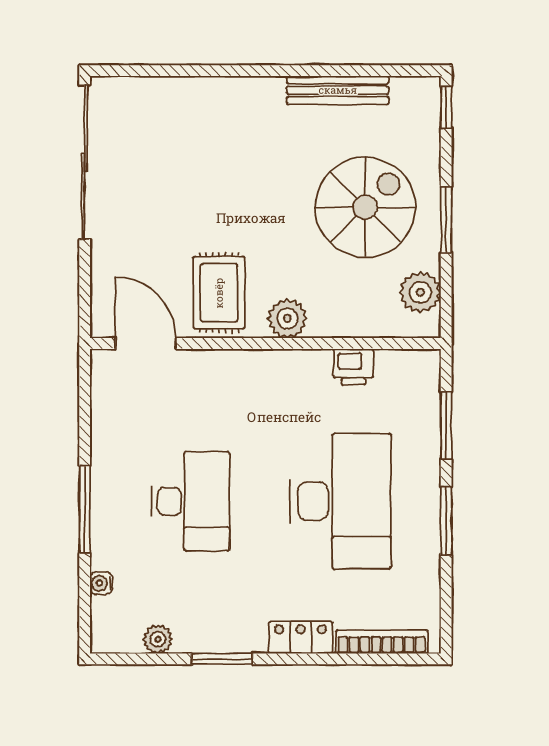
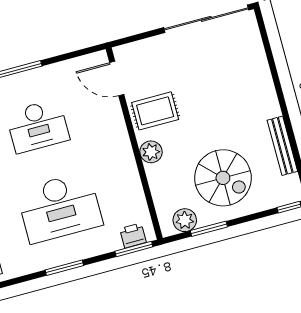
window: (446, 220) -> (209, 229), moved
door: (146, 343) -> (117, 78), swing flipped
printer: (353, 367) -> (133, 236), moved, turned 90
window: (446, 425) -> (134, 249), moved

